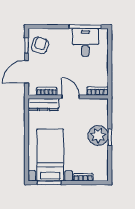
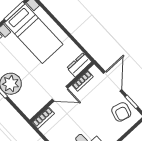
dresser: (43, 104) -> (79, 65), width x0.70

